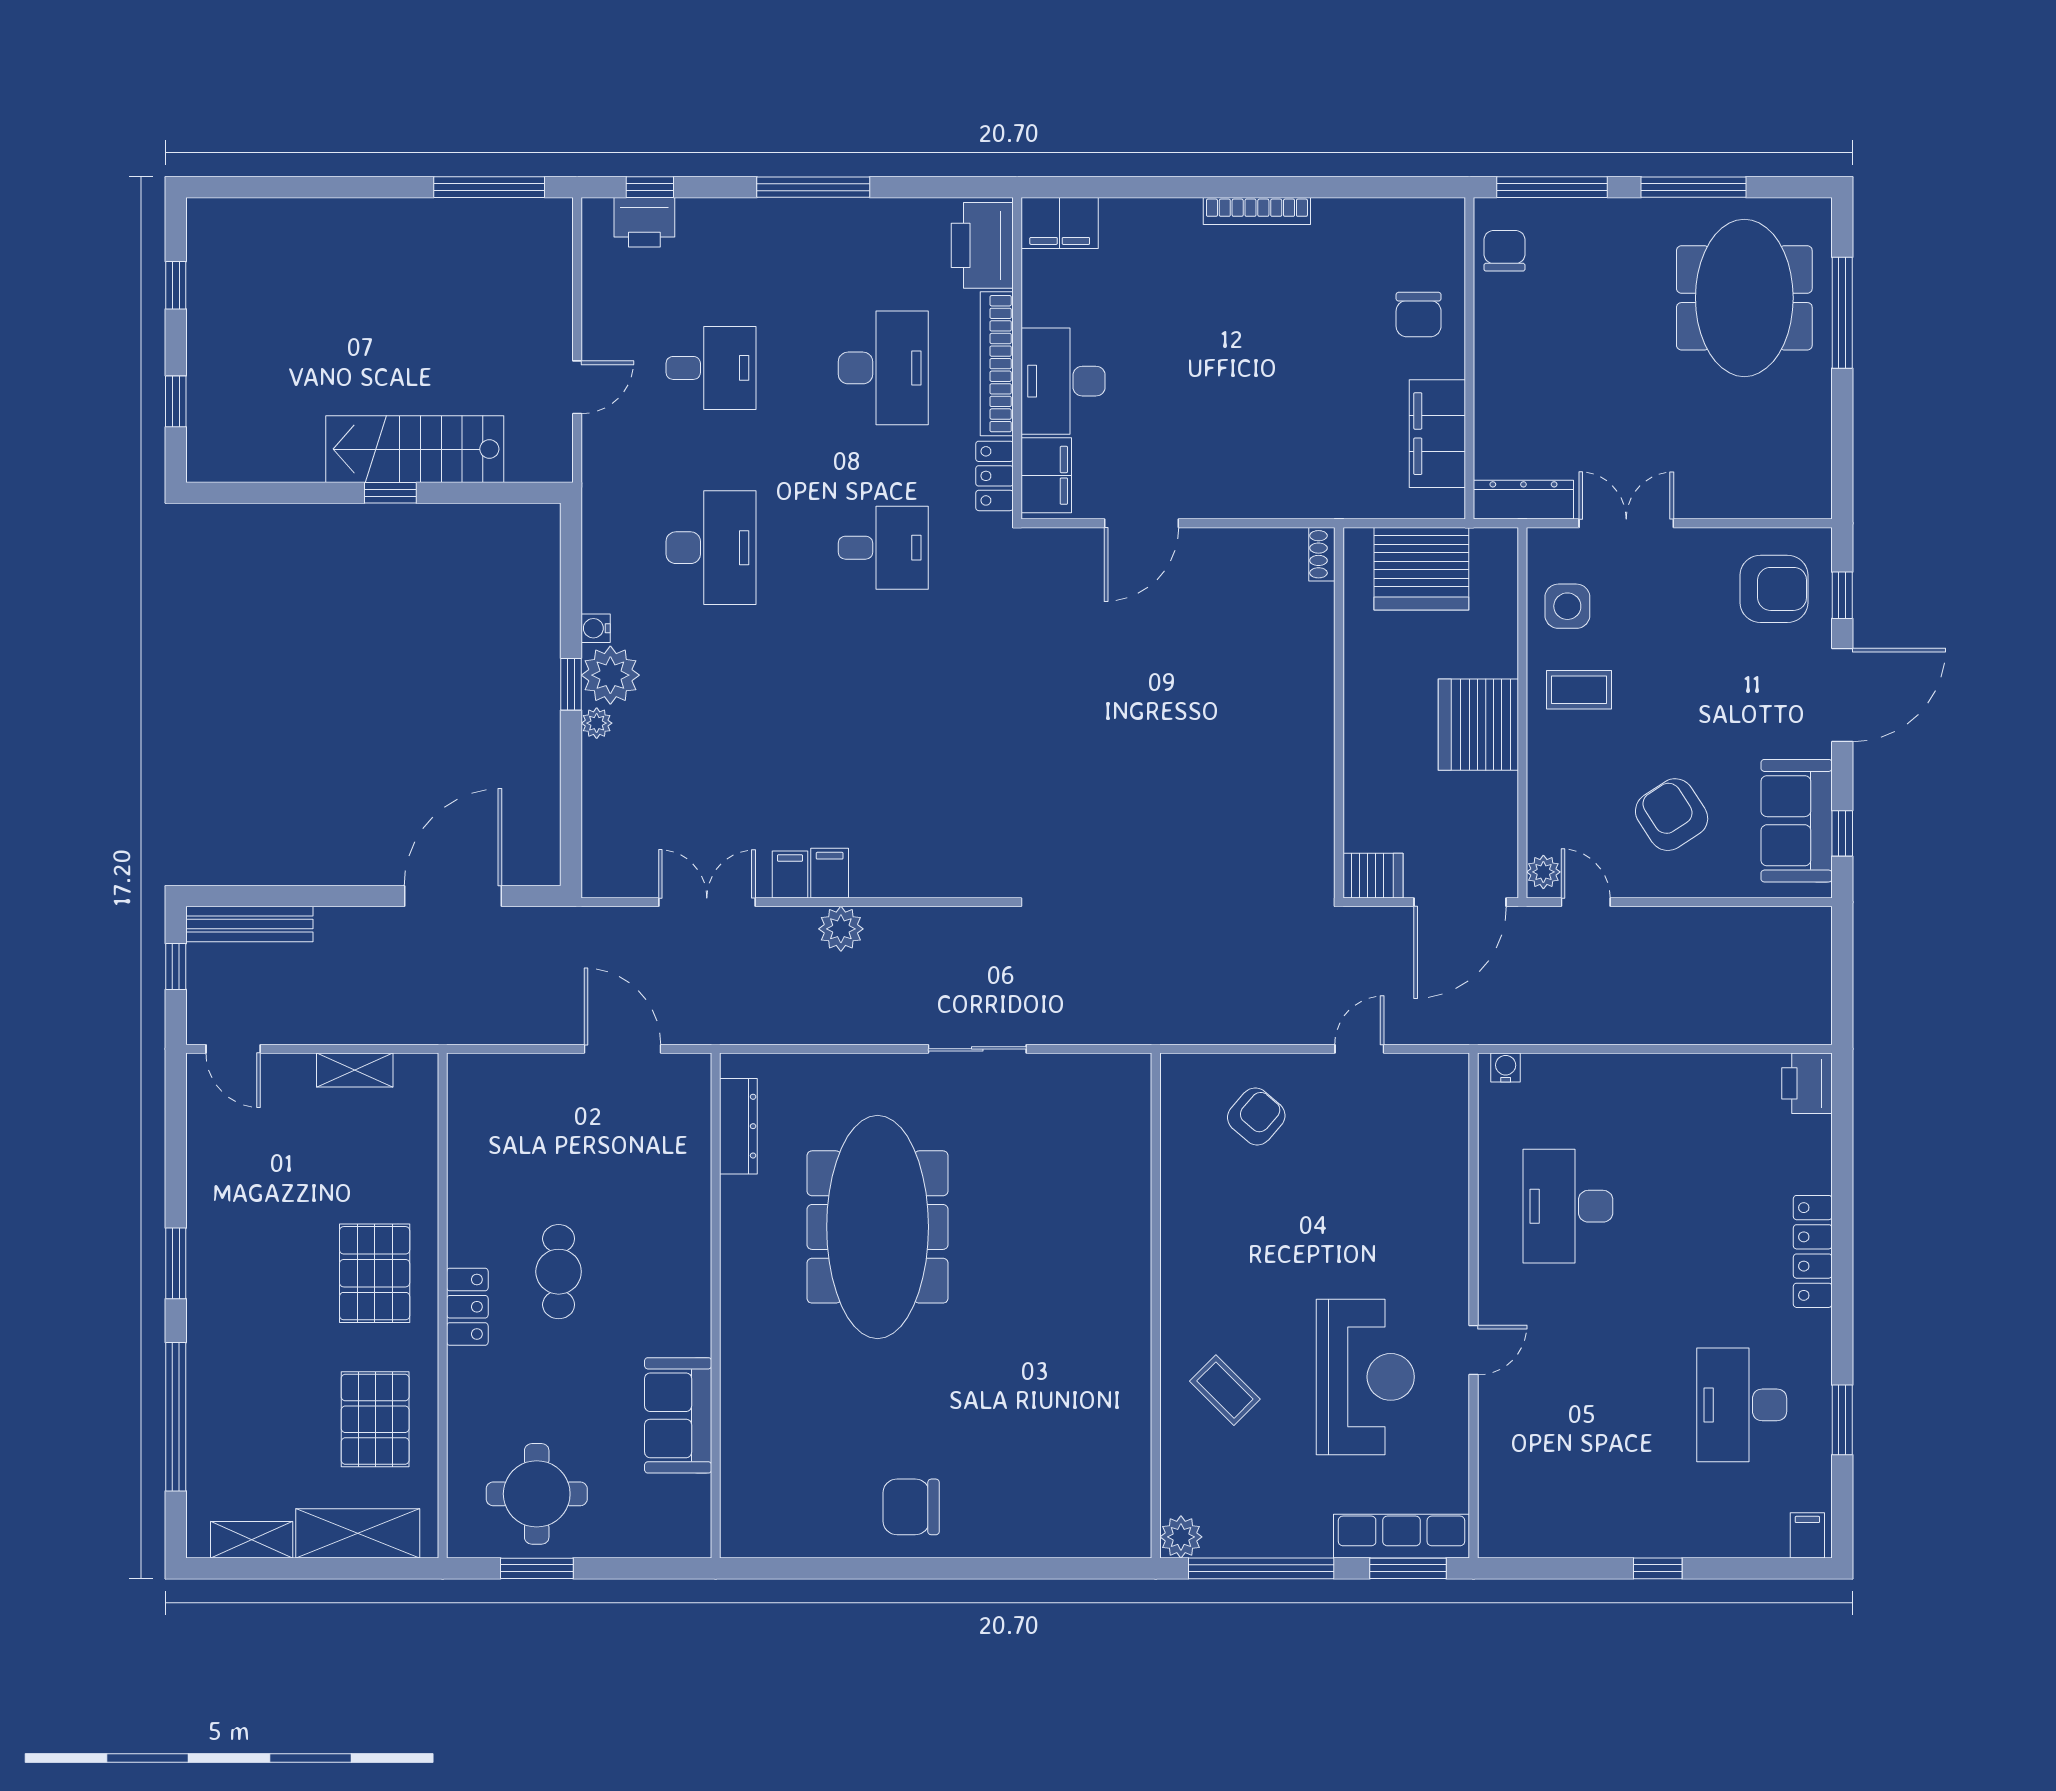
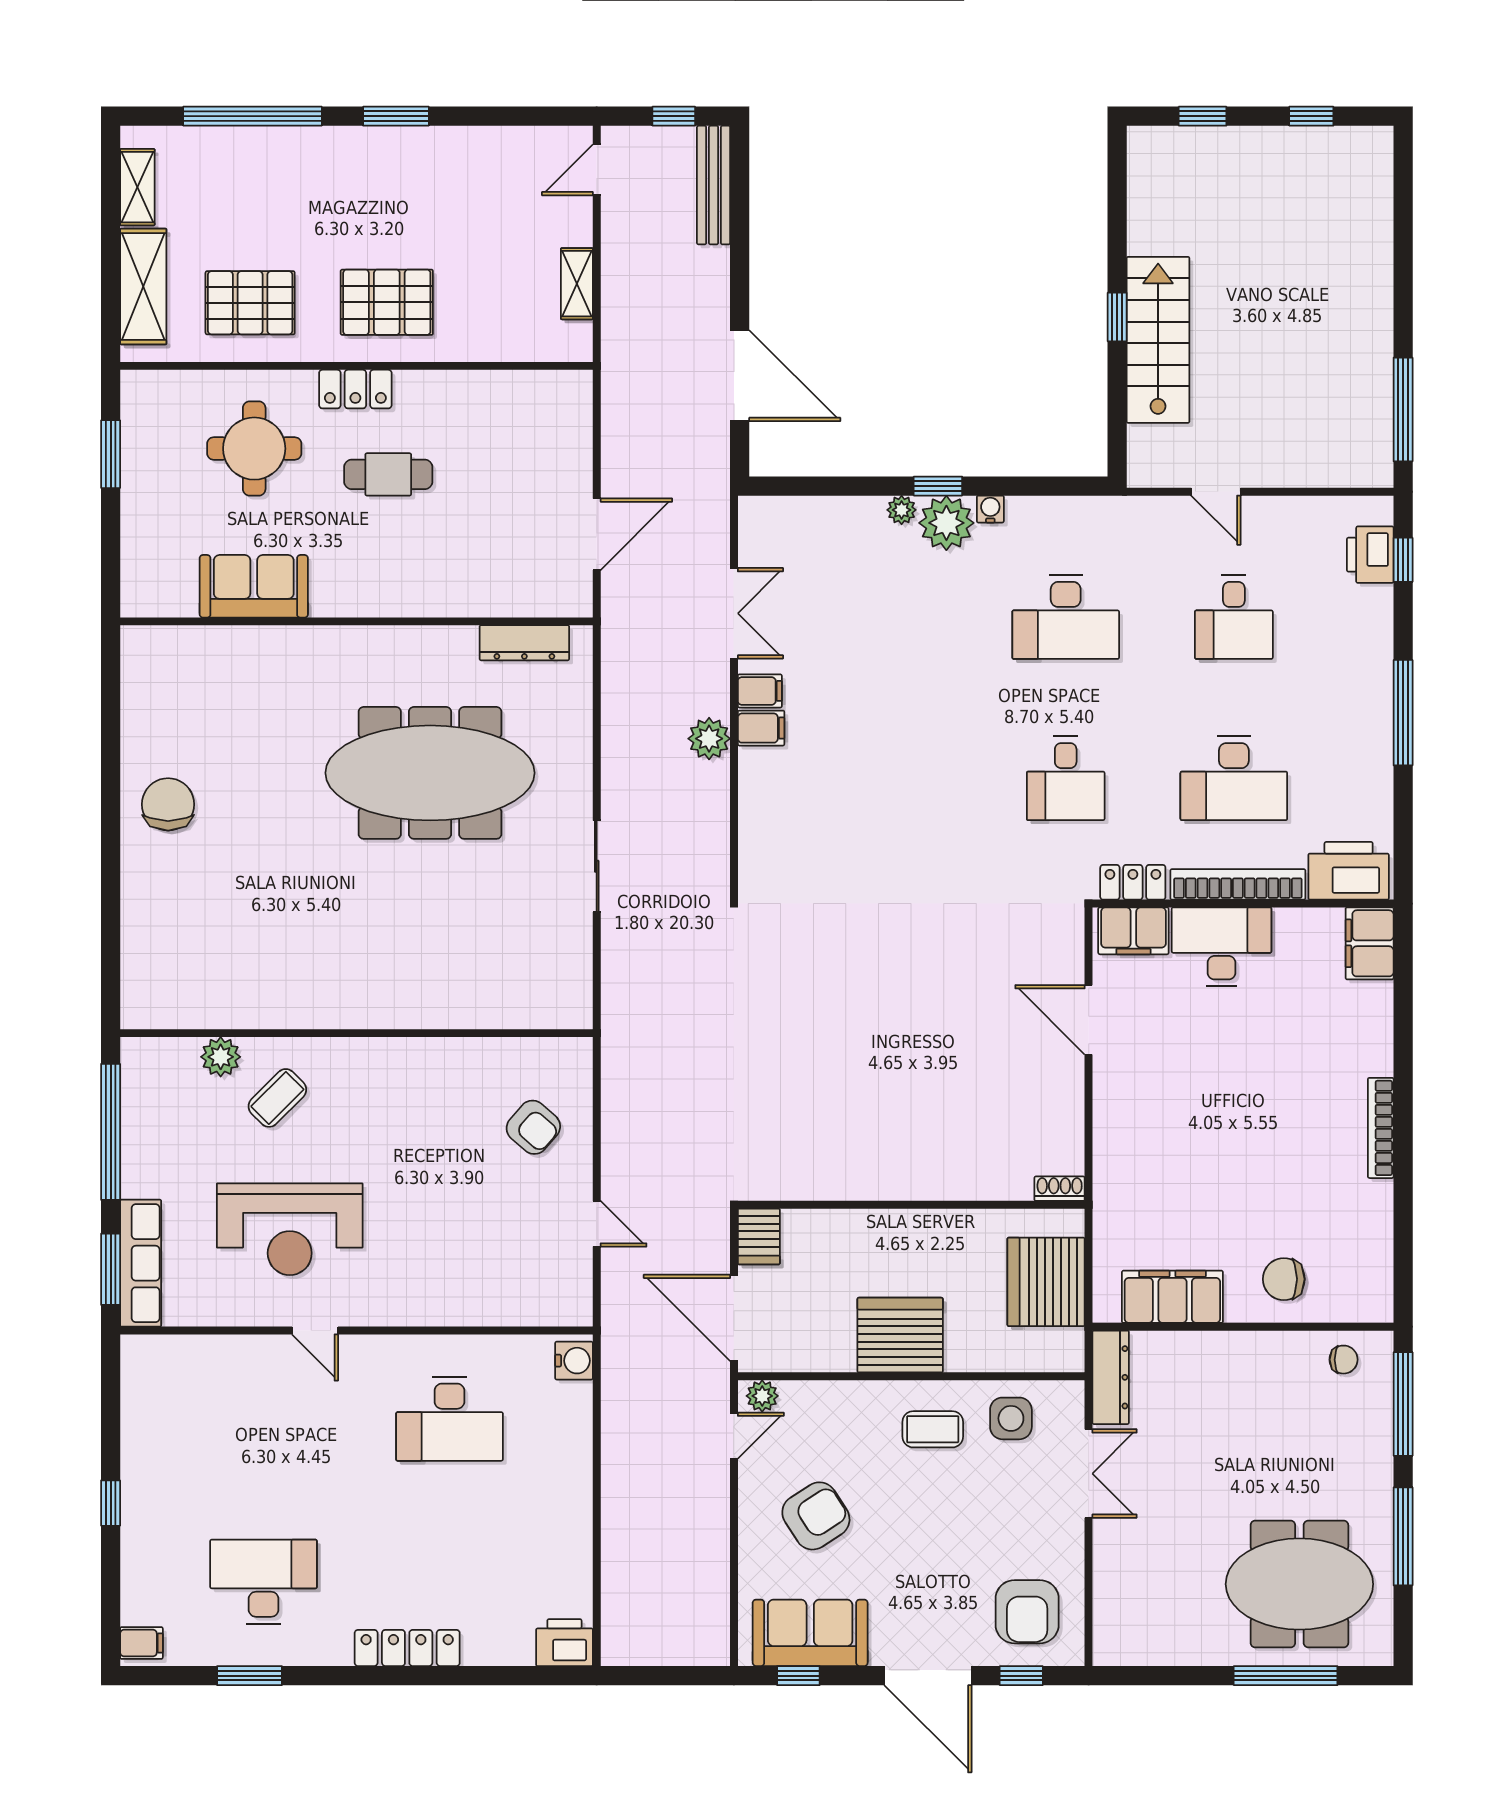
chair: (1504, 251) -> (1344, 1360), width x0.73, depth x0.73
coffee table: (1579, 690) -> (933, 1429), turned 90
water cooler: (1506, 1068) -> (574, 1361), width x1.38, depth x1.38
desk: (1568, 1206) -> (449, 1419), turned 180
round table: (537, 1494) -> (254, 449), moved
plant: (1181, 1537) -> (221, 1057), moved

